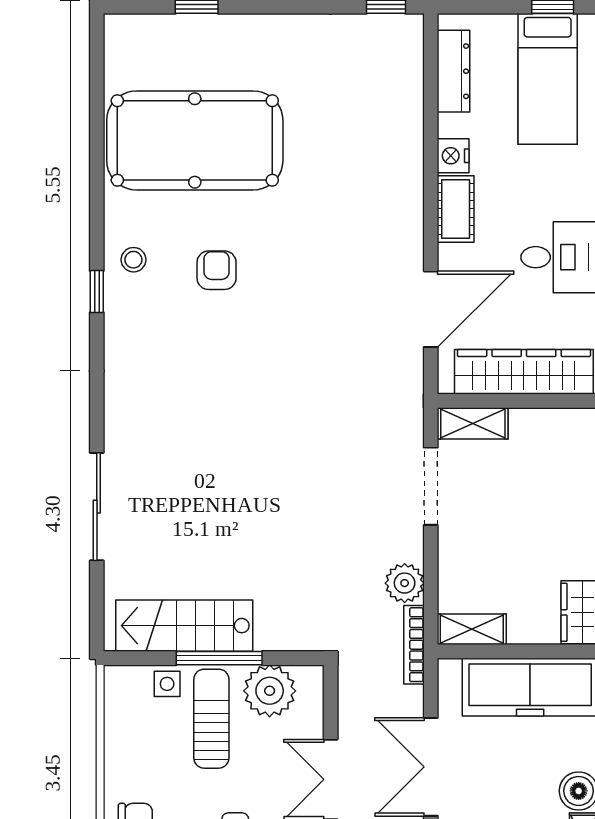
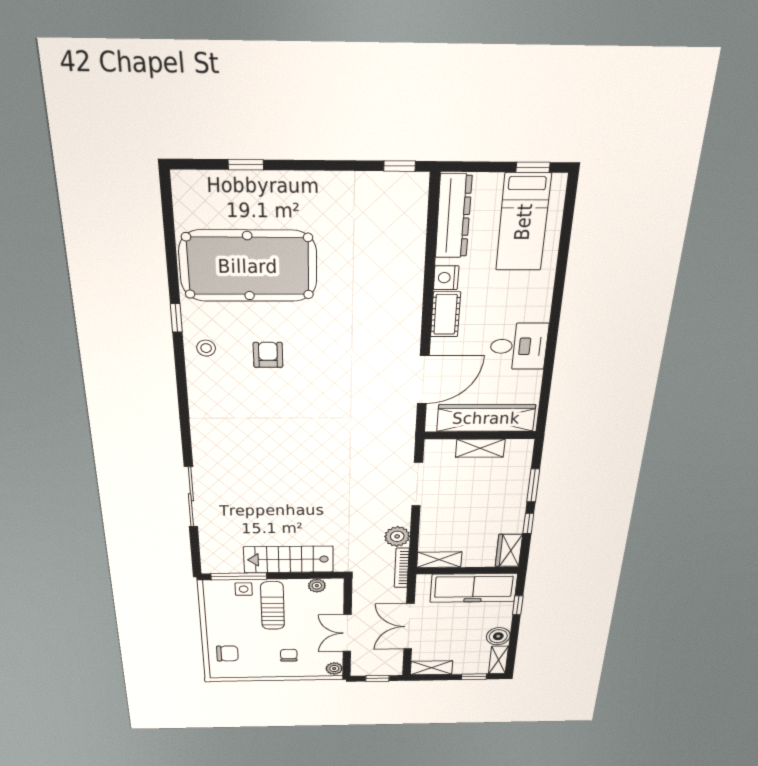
dresser: (454, 71) -> (454, 216), width x1.37, depth x1.24
window: (97, 292) -> (176, 318), moved
shelving: (473, 423) -> (480, 448), moved
stairs: (184, 626) -> (288, 559), moved
window: (219, 658) -> (239, 576), moved
plant: (270, 691) -> (317, 586), width x0.53, depth x0.53

